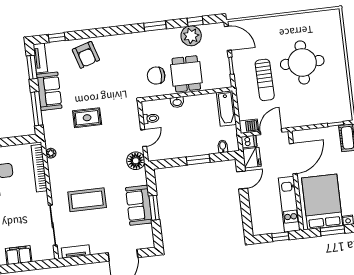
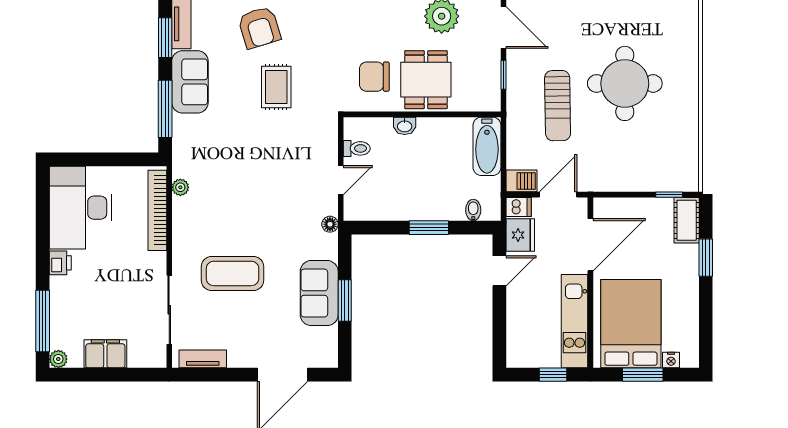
rug: (87, 118) -> (276, 87), moved, turned 90
floor lamp: (136, 161) -> (330, 224), width x0.53, depth x0.53

